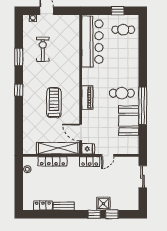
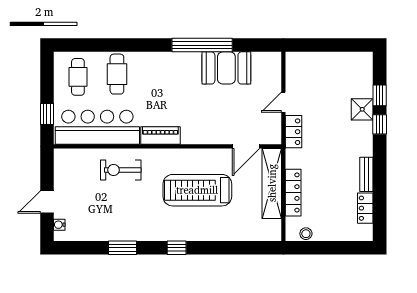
window: (118, 11) -> (47, 114), moved
exercise bike: (43, 49) -> (121, 170), moved
cafe table: (122, 93) -> (117, 74), moved
piano: (87, 98) -> (160, 136), moved
treadmill: (54, 103) -> (197, 190), width x1.37, depth x1.38
fridge: (88, 149) -> (273, 134), removed
door: (108, 155) -> (283, 102), swing flipped
sliding door: (143, 177) -> (318, 45), removed

